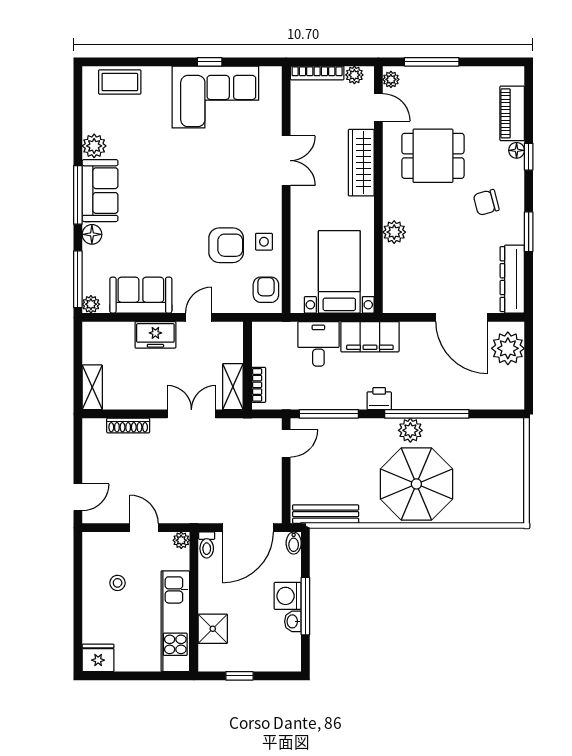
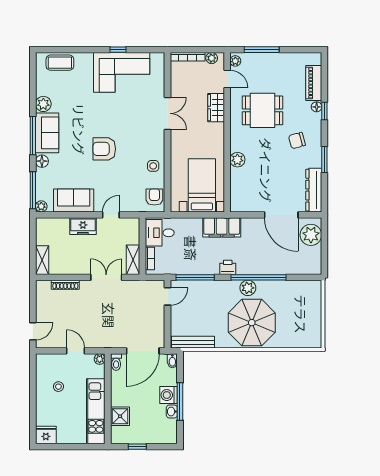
wardrobe: (361, 163) -> (216, 108), width x0.67
armchair: (226, 245) -> (104, 149), moved, turned 180
desk: (318, 344) -> (160, 233), moved, turned -90

